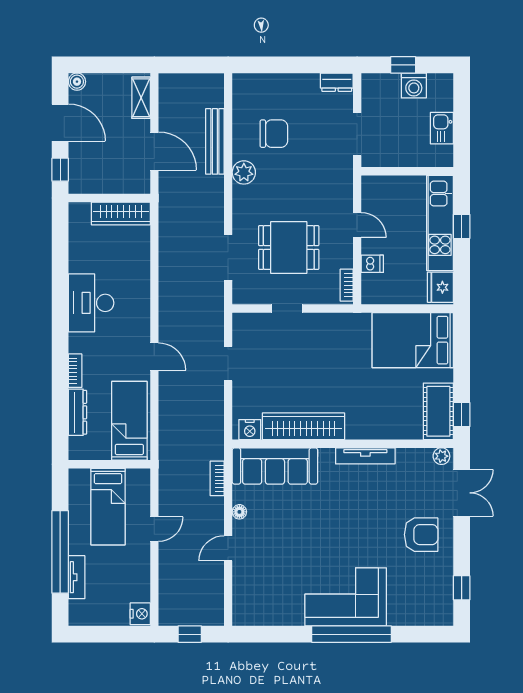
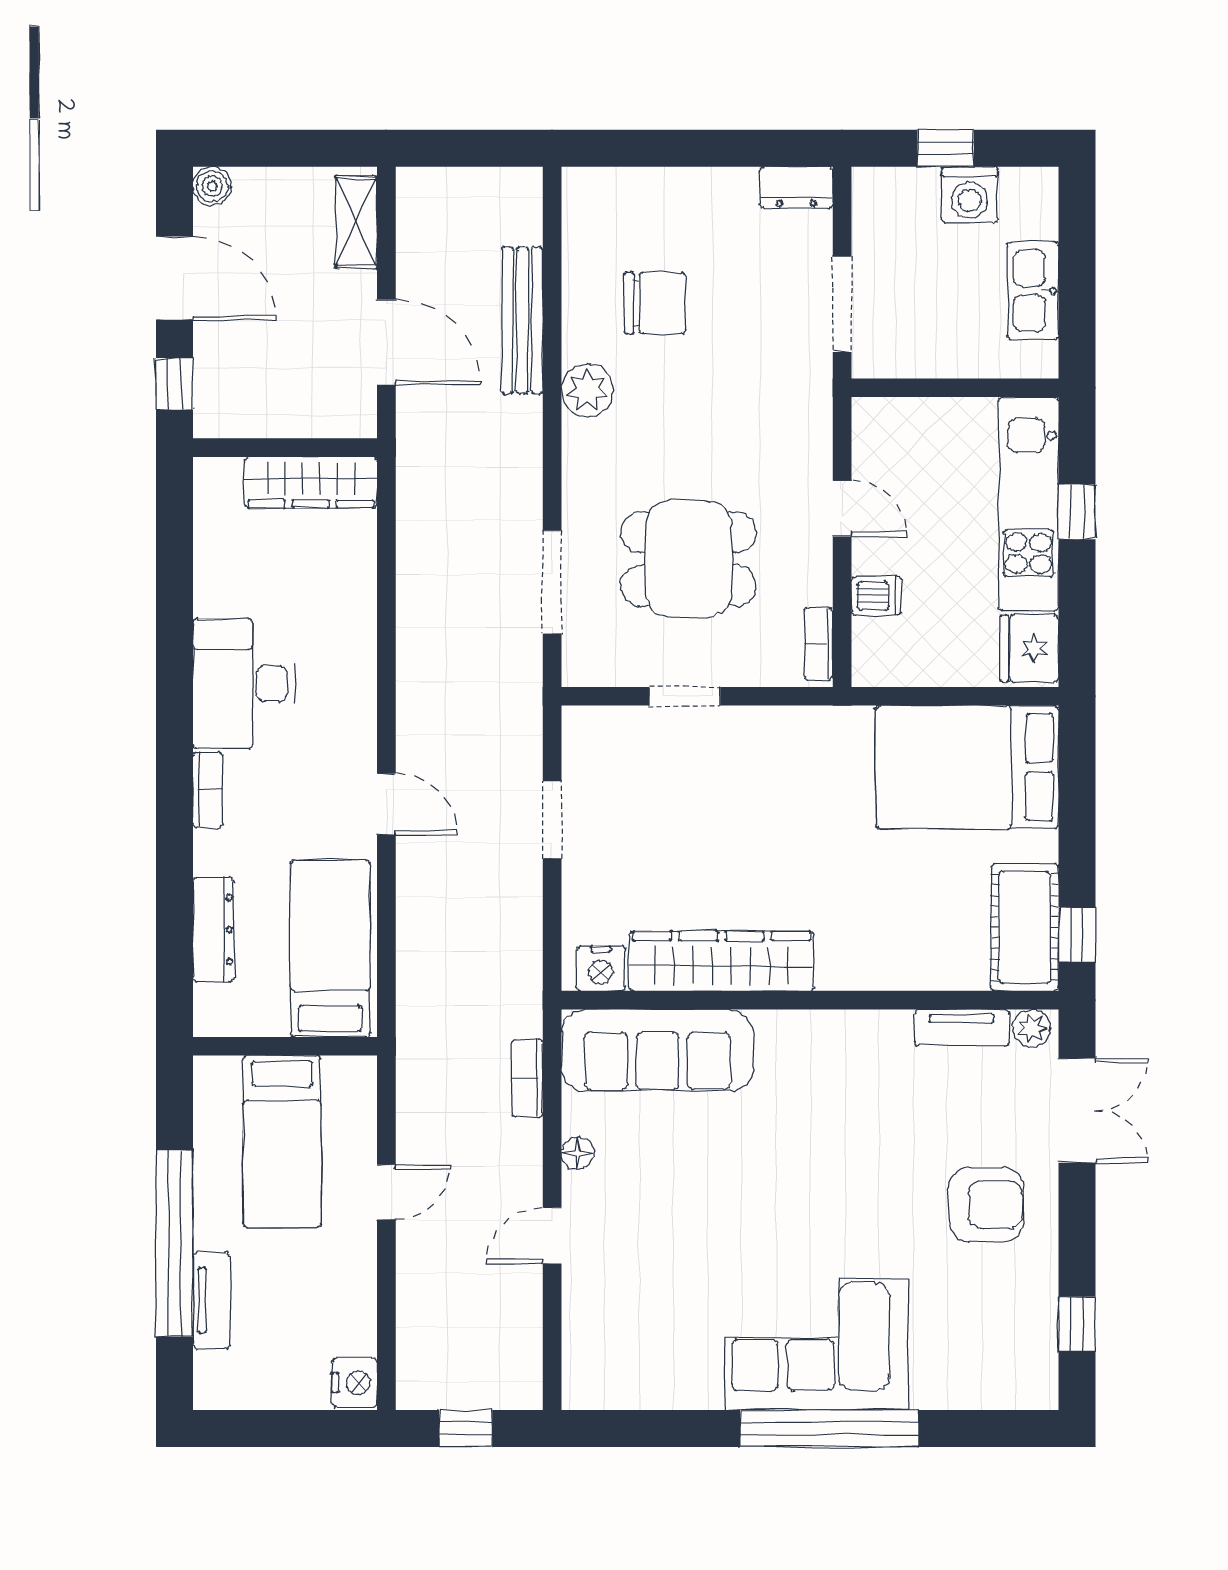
kitchen sink: (442, 128) -> (1033, 291), width x1.38
bookcase: (75, 371) -> (208, 790), moved
tv unit: (365, 456) -> (962, 1028), moved, width x0.71

